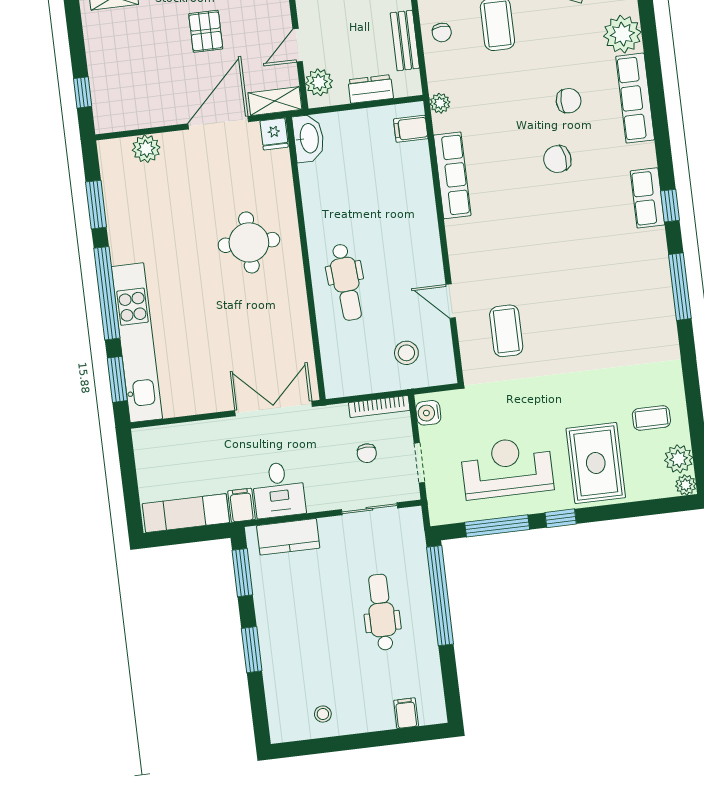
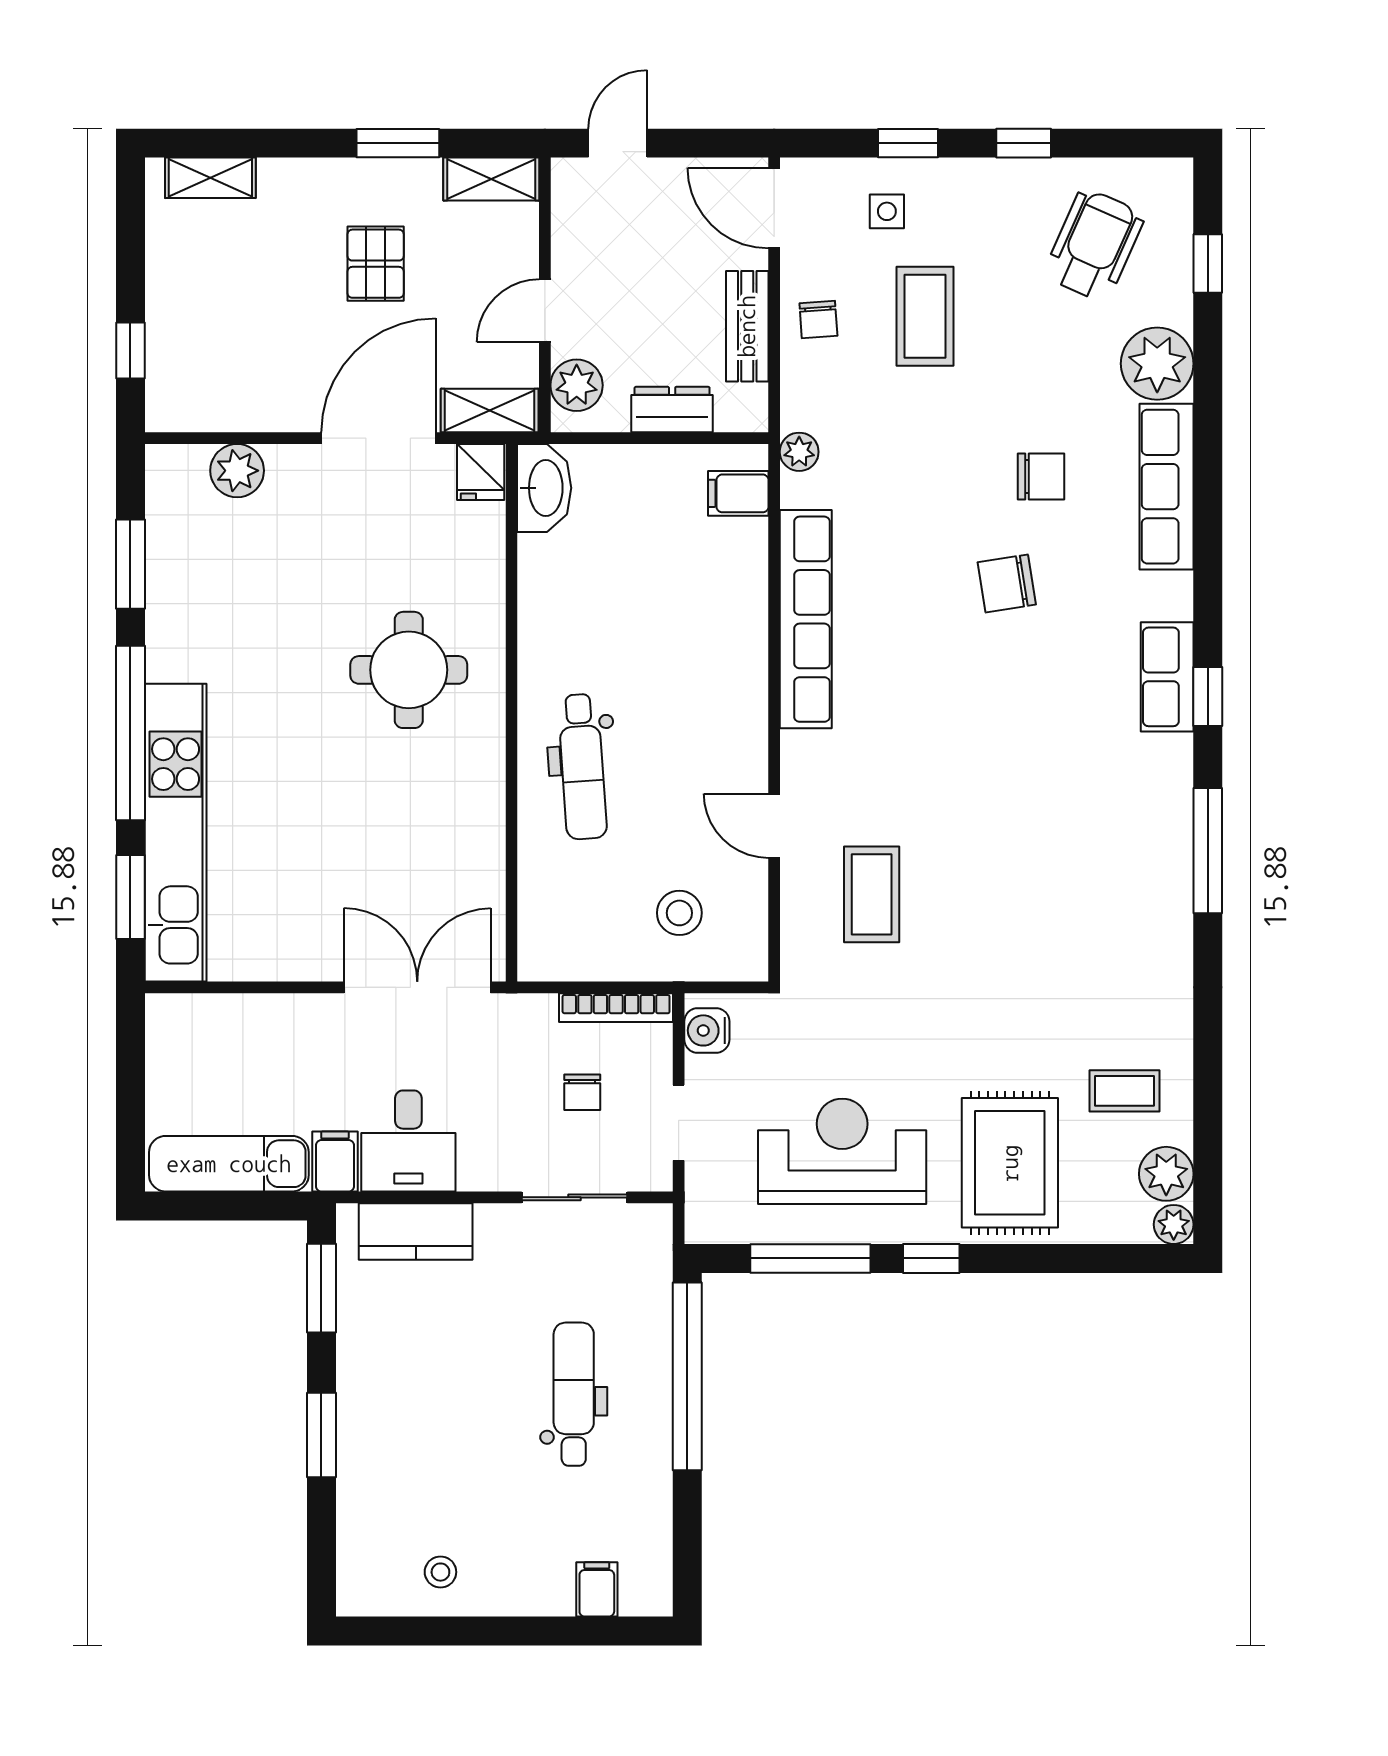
row of seats: (452, 175) -> (806, 619), width x1.36

